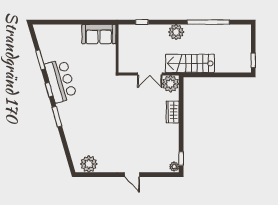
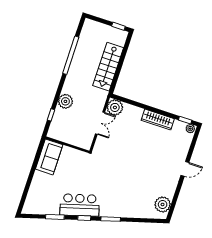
plant: (176, 32) -> (65, 101), moved
stairs: (190, 63) -> (108, 67), moved
wardrobe: (173, 112) -> (158, 119), moved, width x1.50

